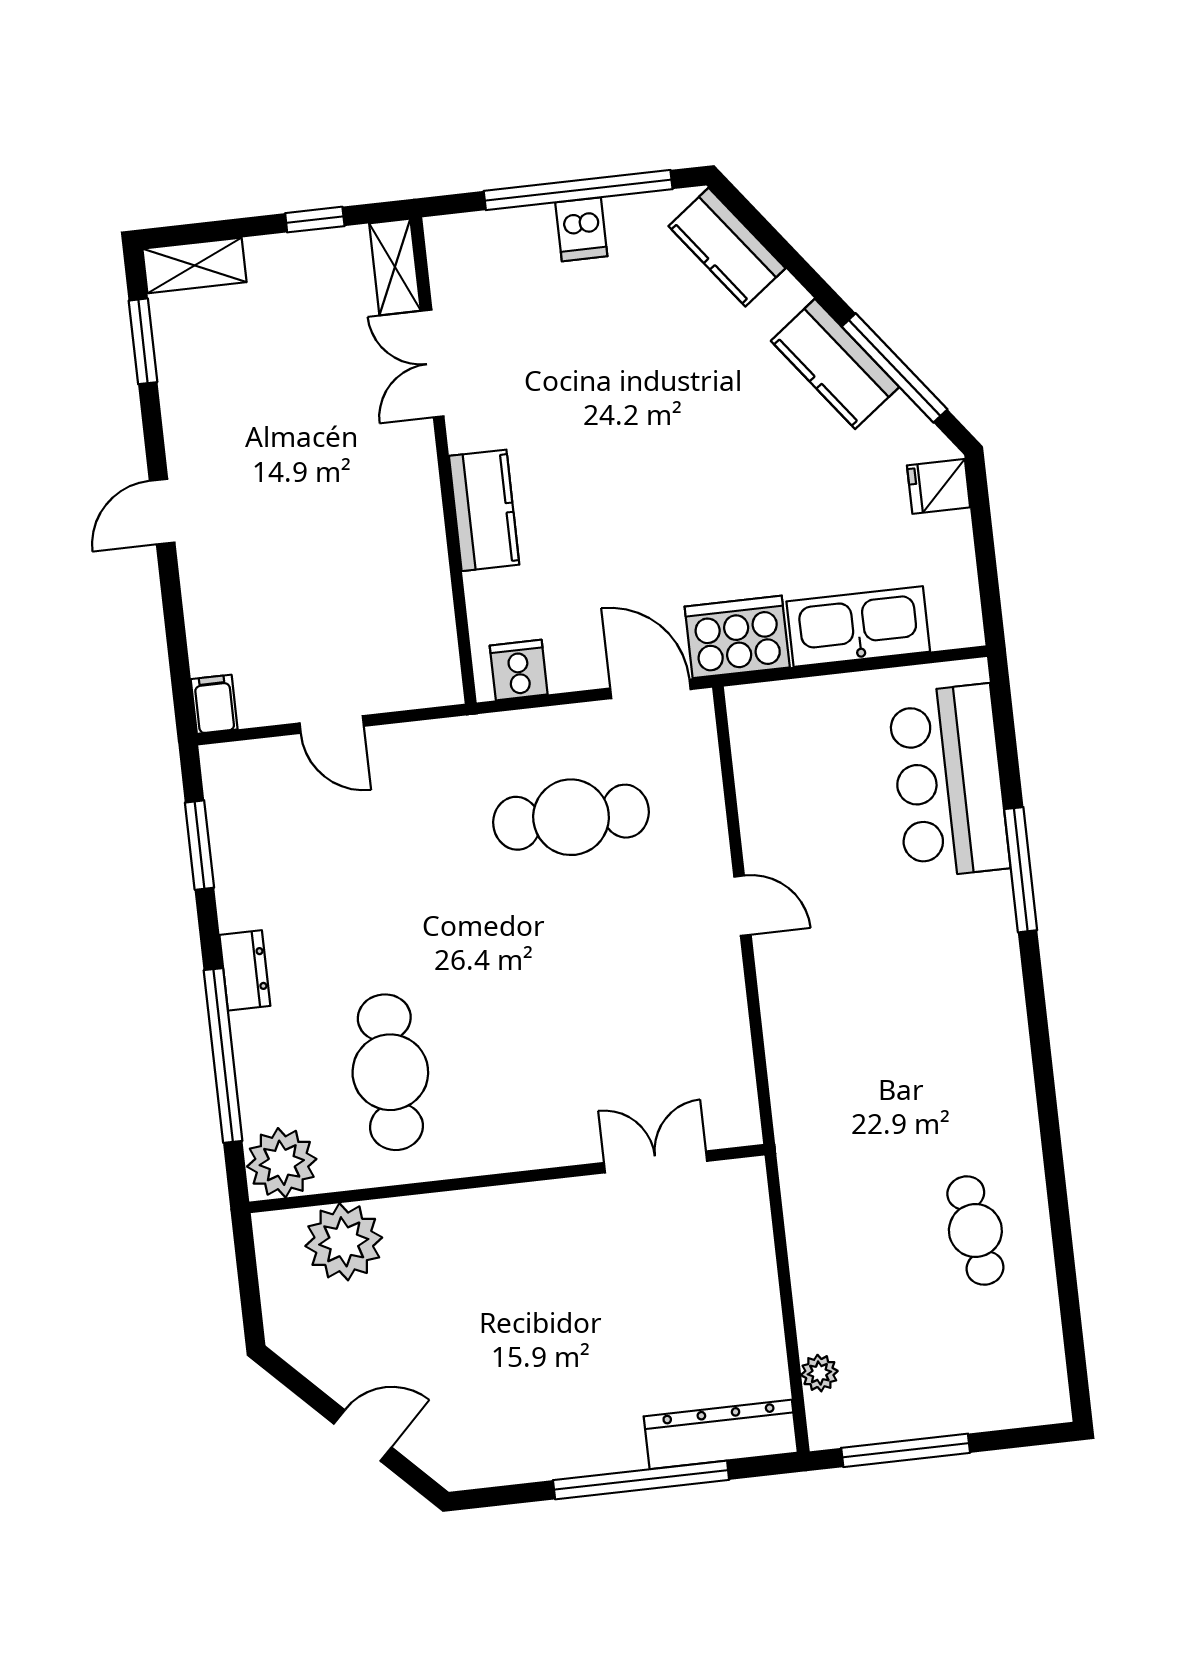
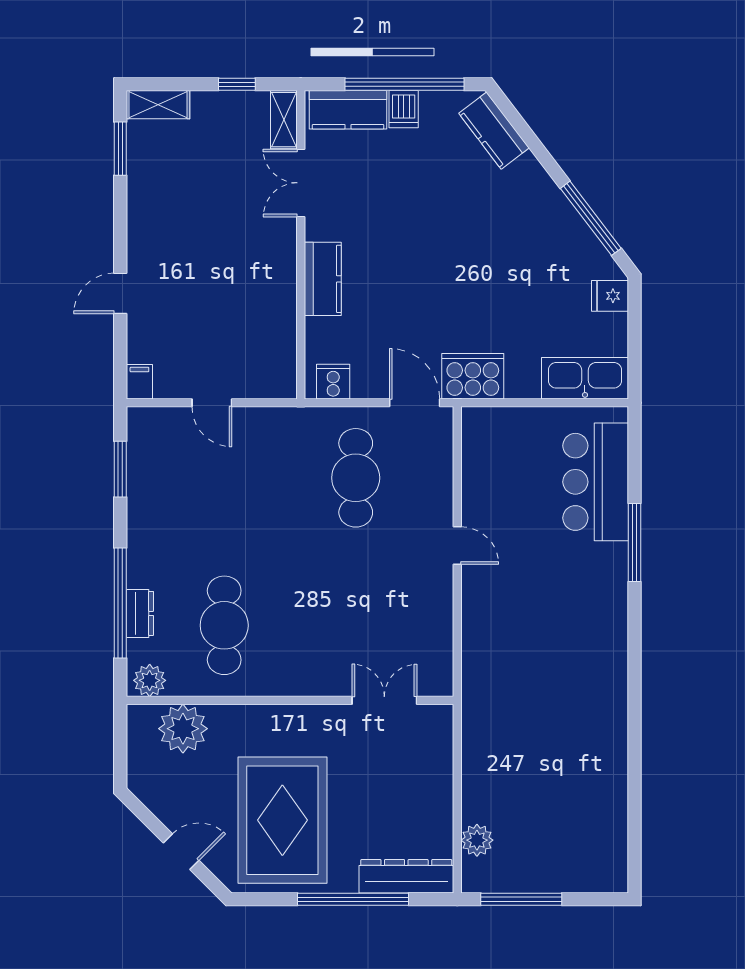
kitchen counter: (835, 364) -> (348, 110), moved, turned -53
door: (162, 512) -> (120, 293), moved
kitchen sink: (858, 626) -> (585, 378), moved
cafe table: (571, 817) -> (356, 478), turned 90
dresser: (245, 970) -> (140, 613), moved
plant: (282, 1163) -> (150, 680), width x0.73, depth x0.73
cafe table: (975, 1231) -> (581, 766), removed
rug: (516, 1368) -> (282, 820), added
plant: (819, 1373) -> (477, 840), width x1.38, depth x1.38

